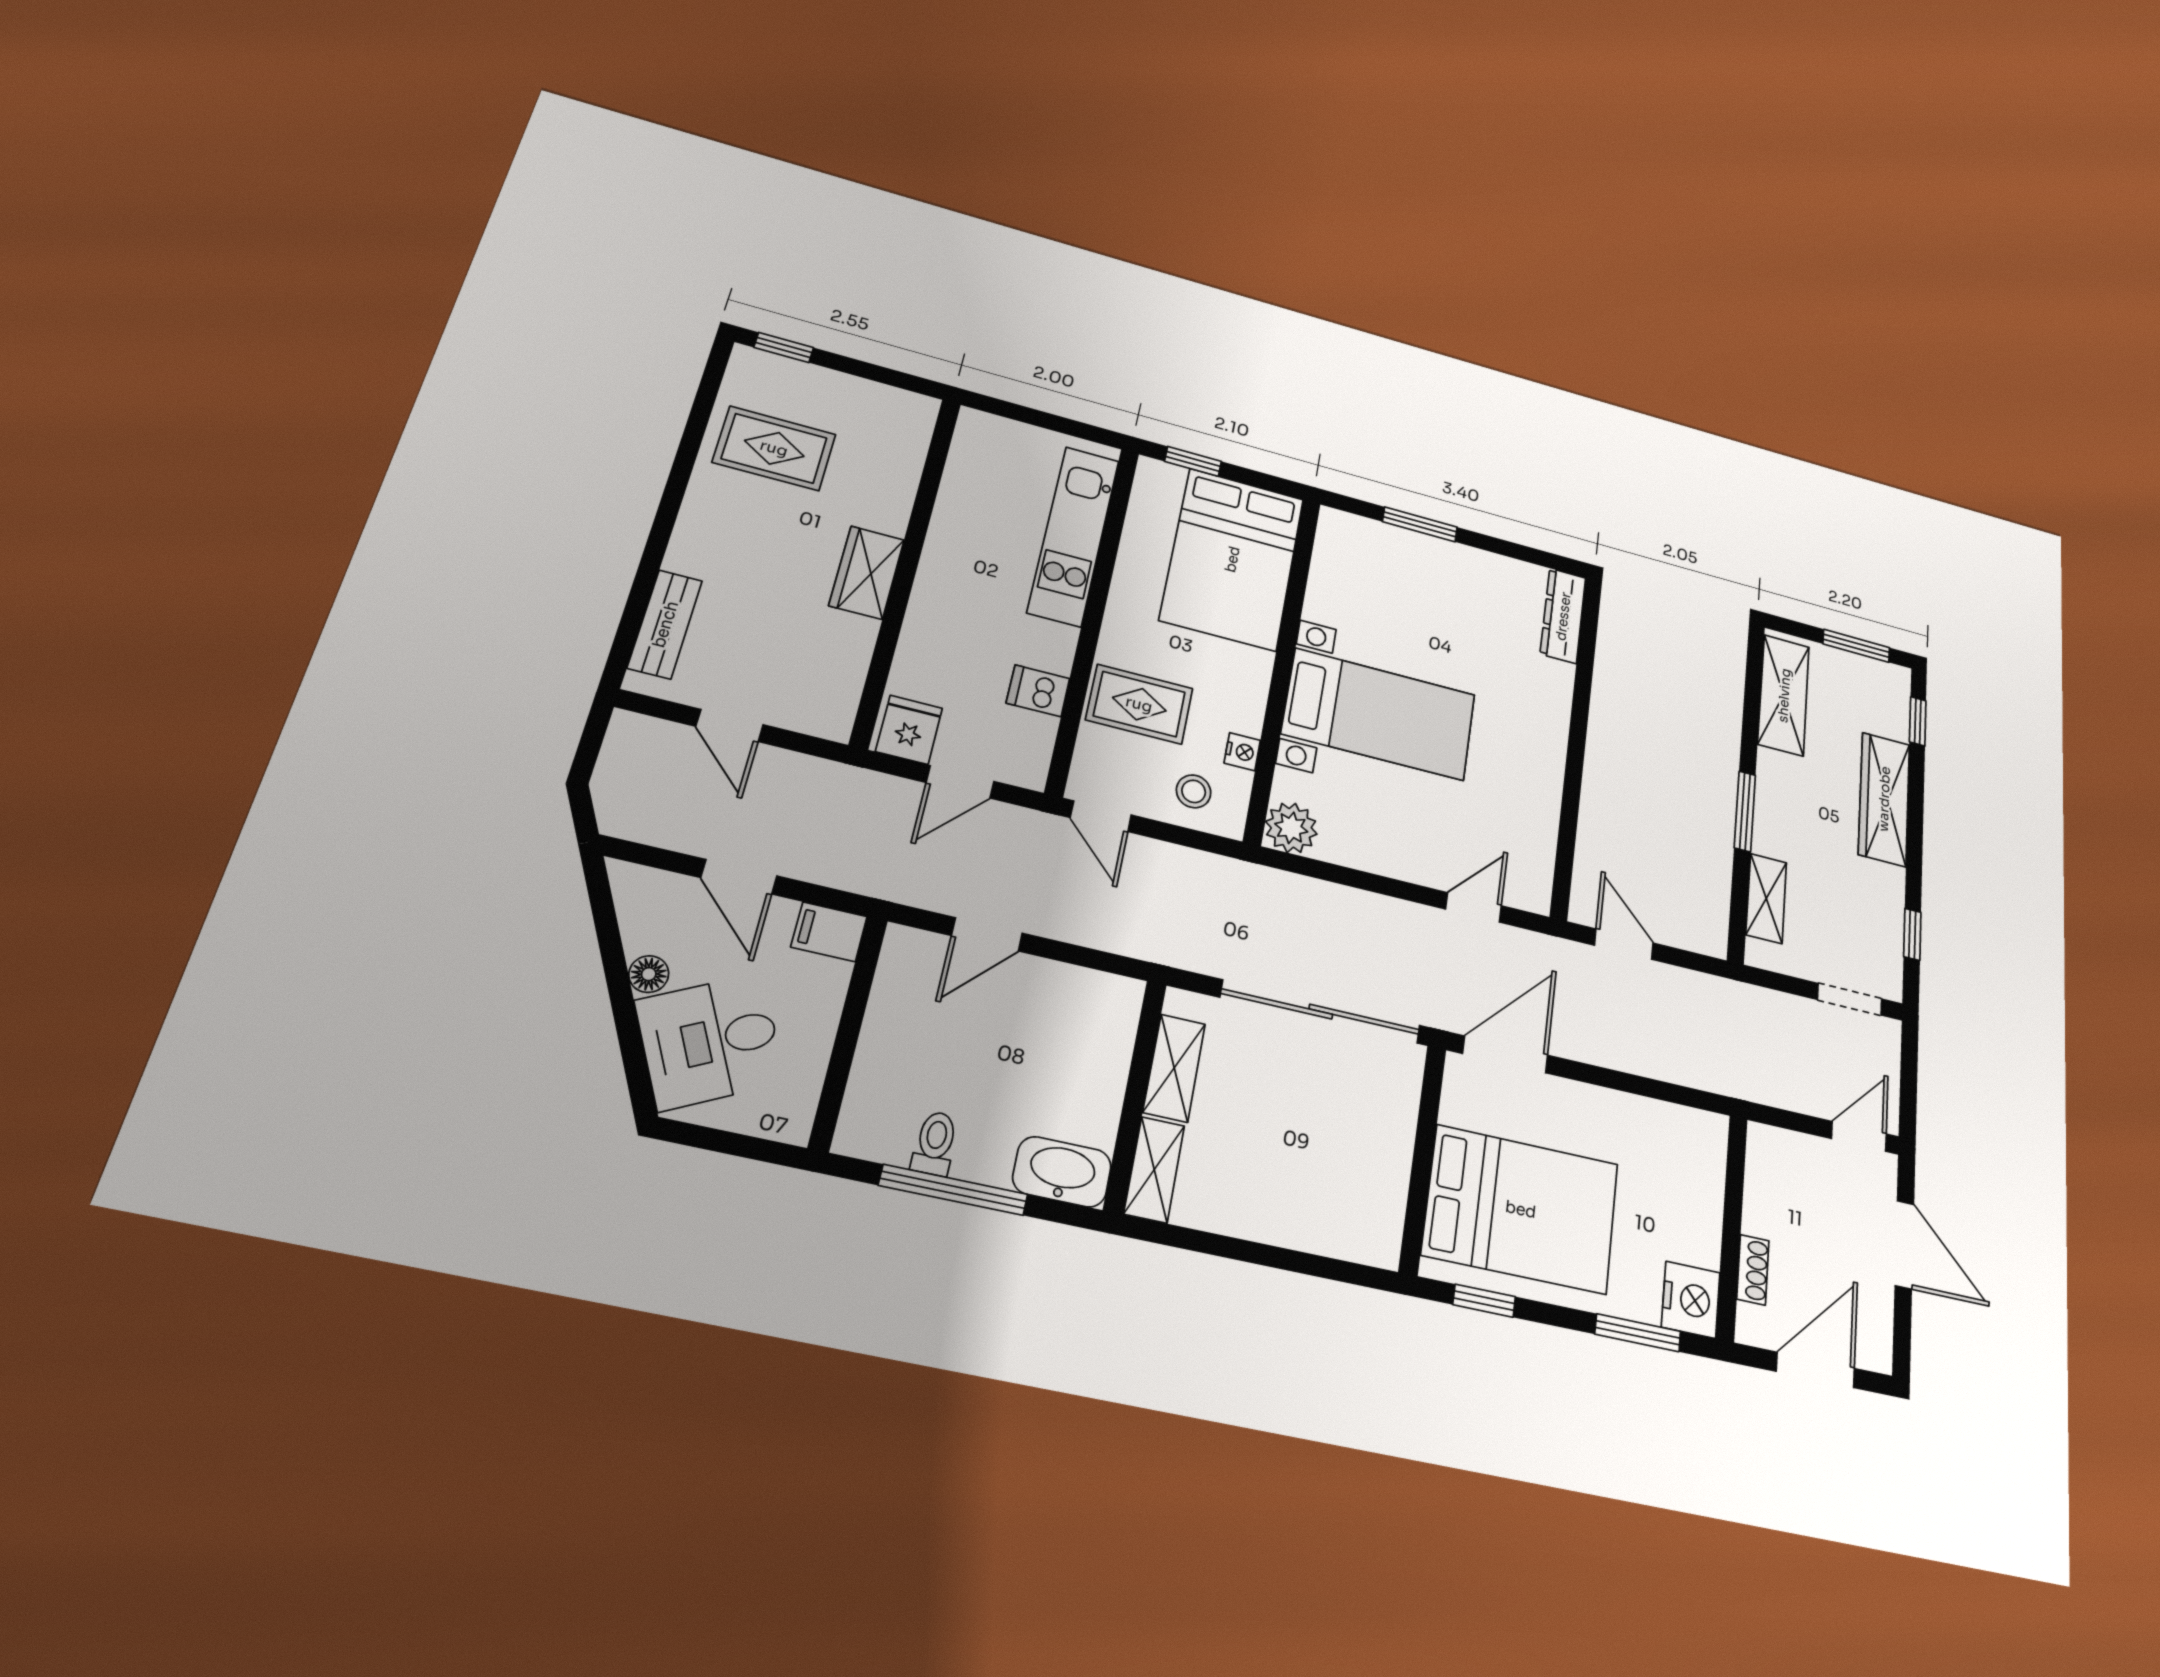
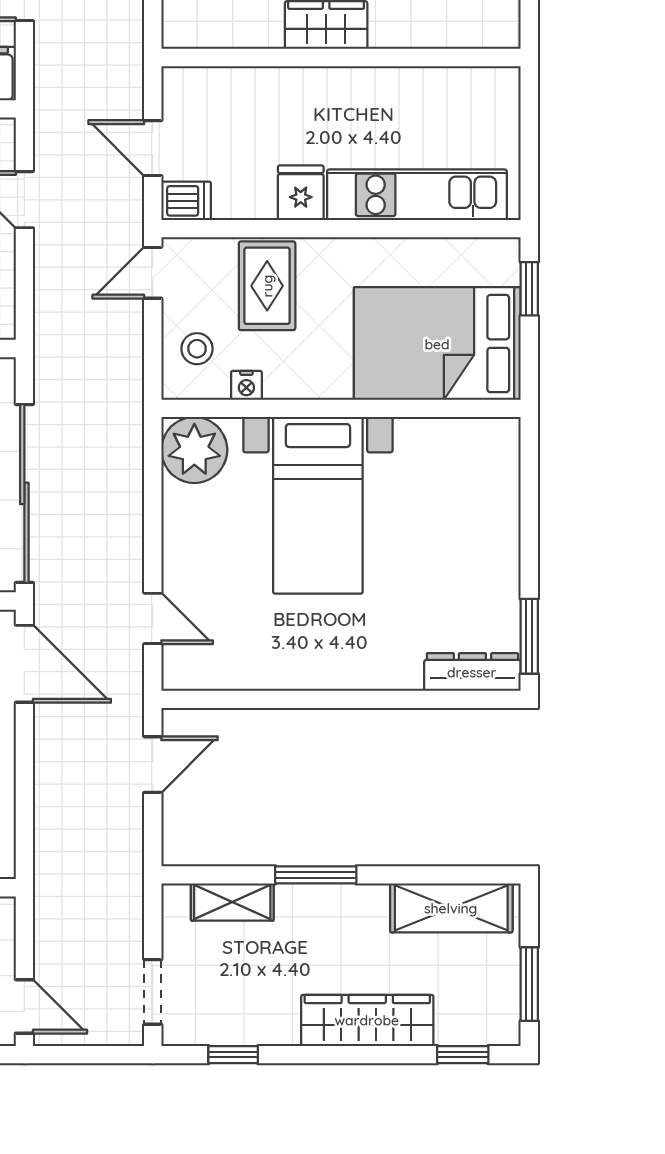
window: (1420, 524) -> (529, 636), moved
dishwasher: (1038, 691) -> (186, 201), moved, turned 90
fridge: (909, 730) -> (301, 193), moved, turned -90
plant: (1291, 828) -> (194, 450), width x1.36, depth x1.36

